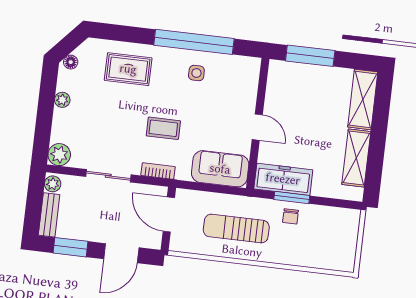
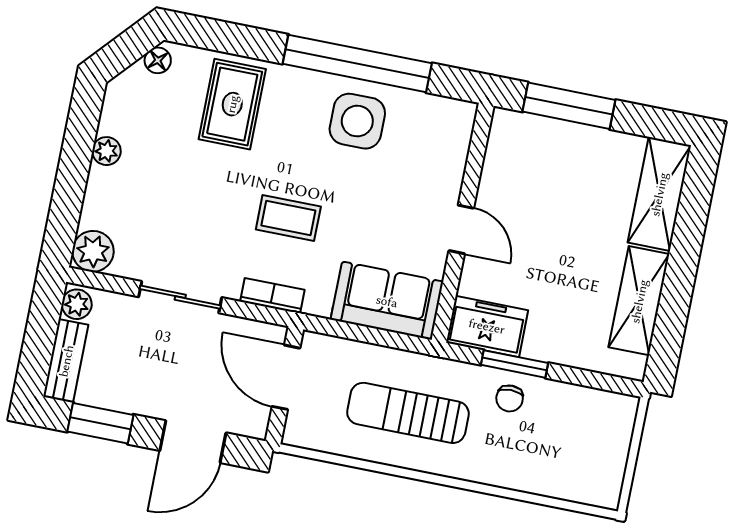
floor lamp: (71, 62) -> (158, 60), moved
rug: (128, 69) -> (232, 104), turned 90
side table: (196, 73) -> (357, 121), width x1.87, depth x1.87
freezer: (283, 179) -> (487, 326), width x0.71

